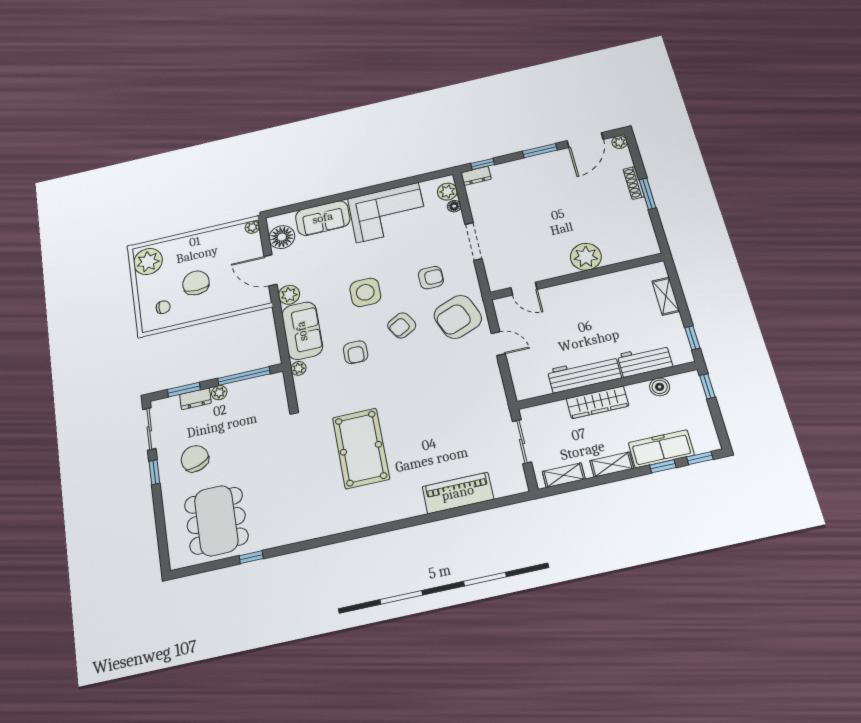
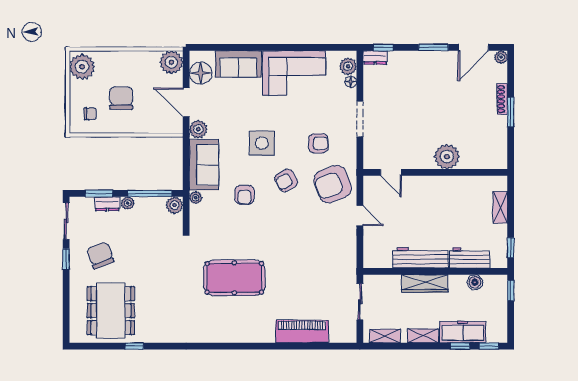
plant: (252, 227) -> (171, 62), width x1.87, depth x1.87
plant: (275, 382) -> (174, 205), added
pool table: (361, 448) -> (234, 278), turned 90

